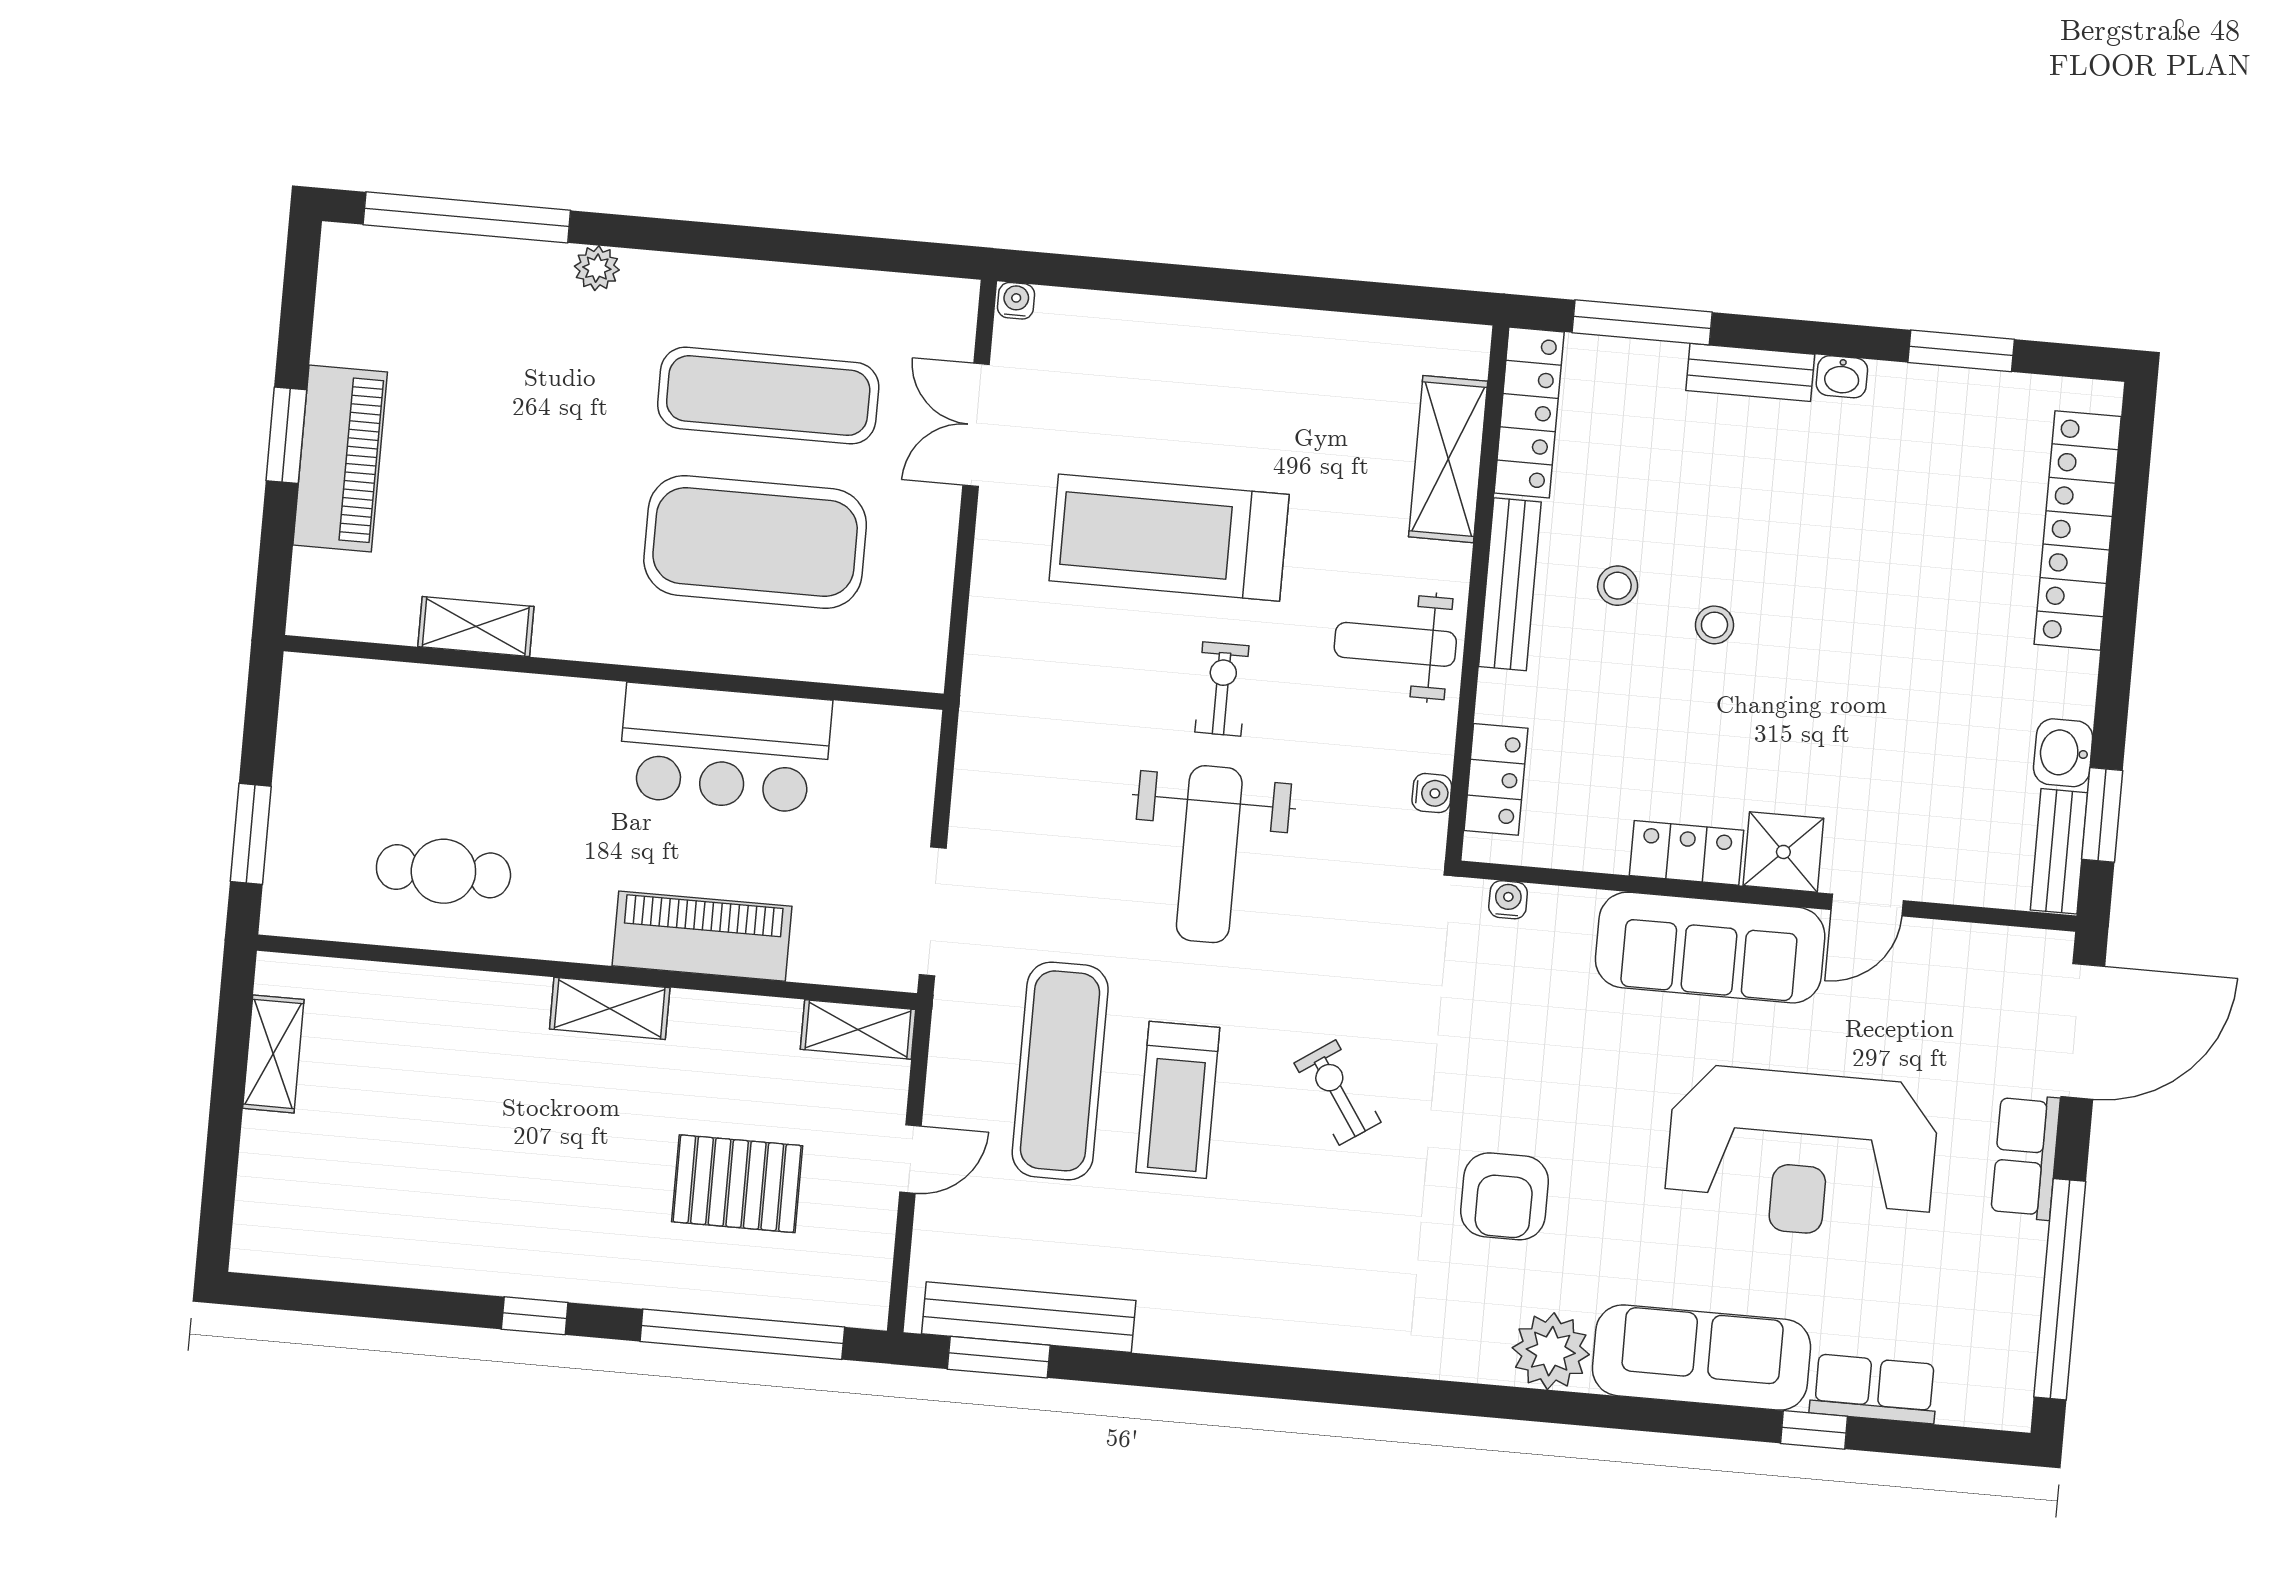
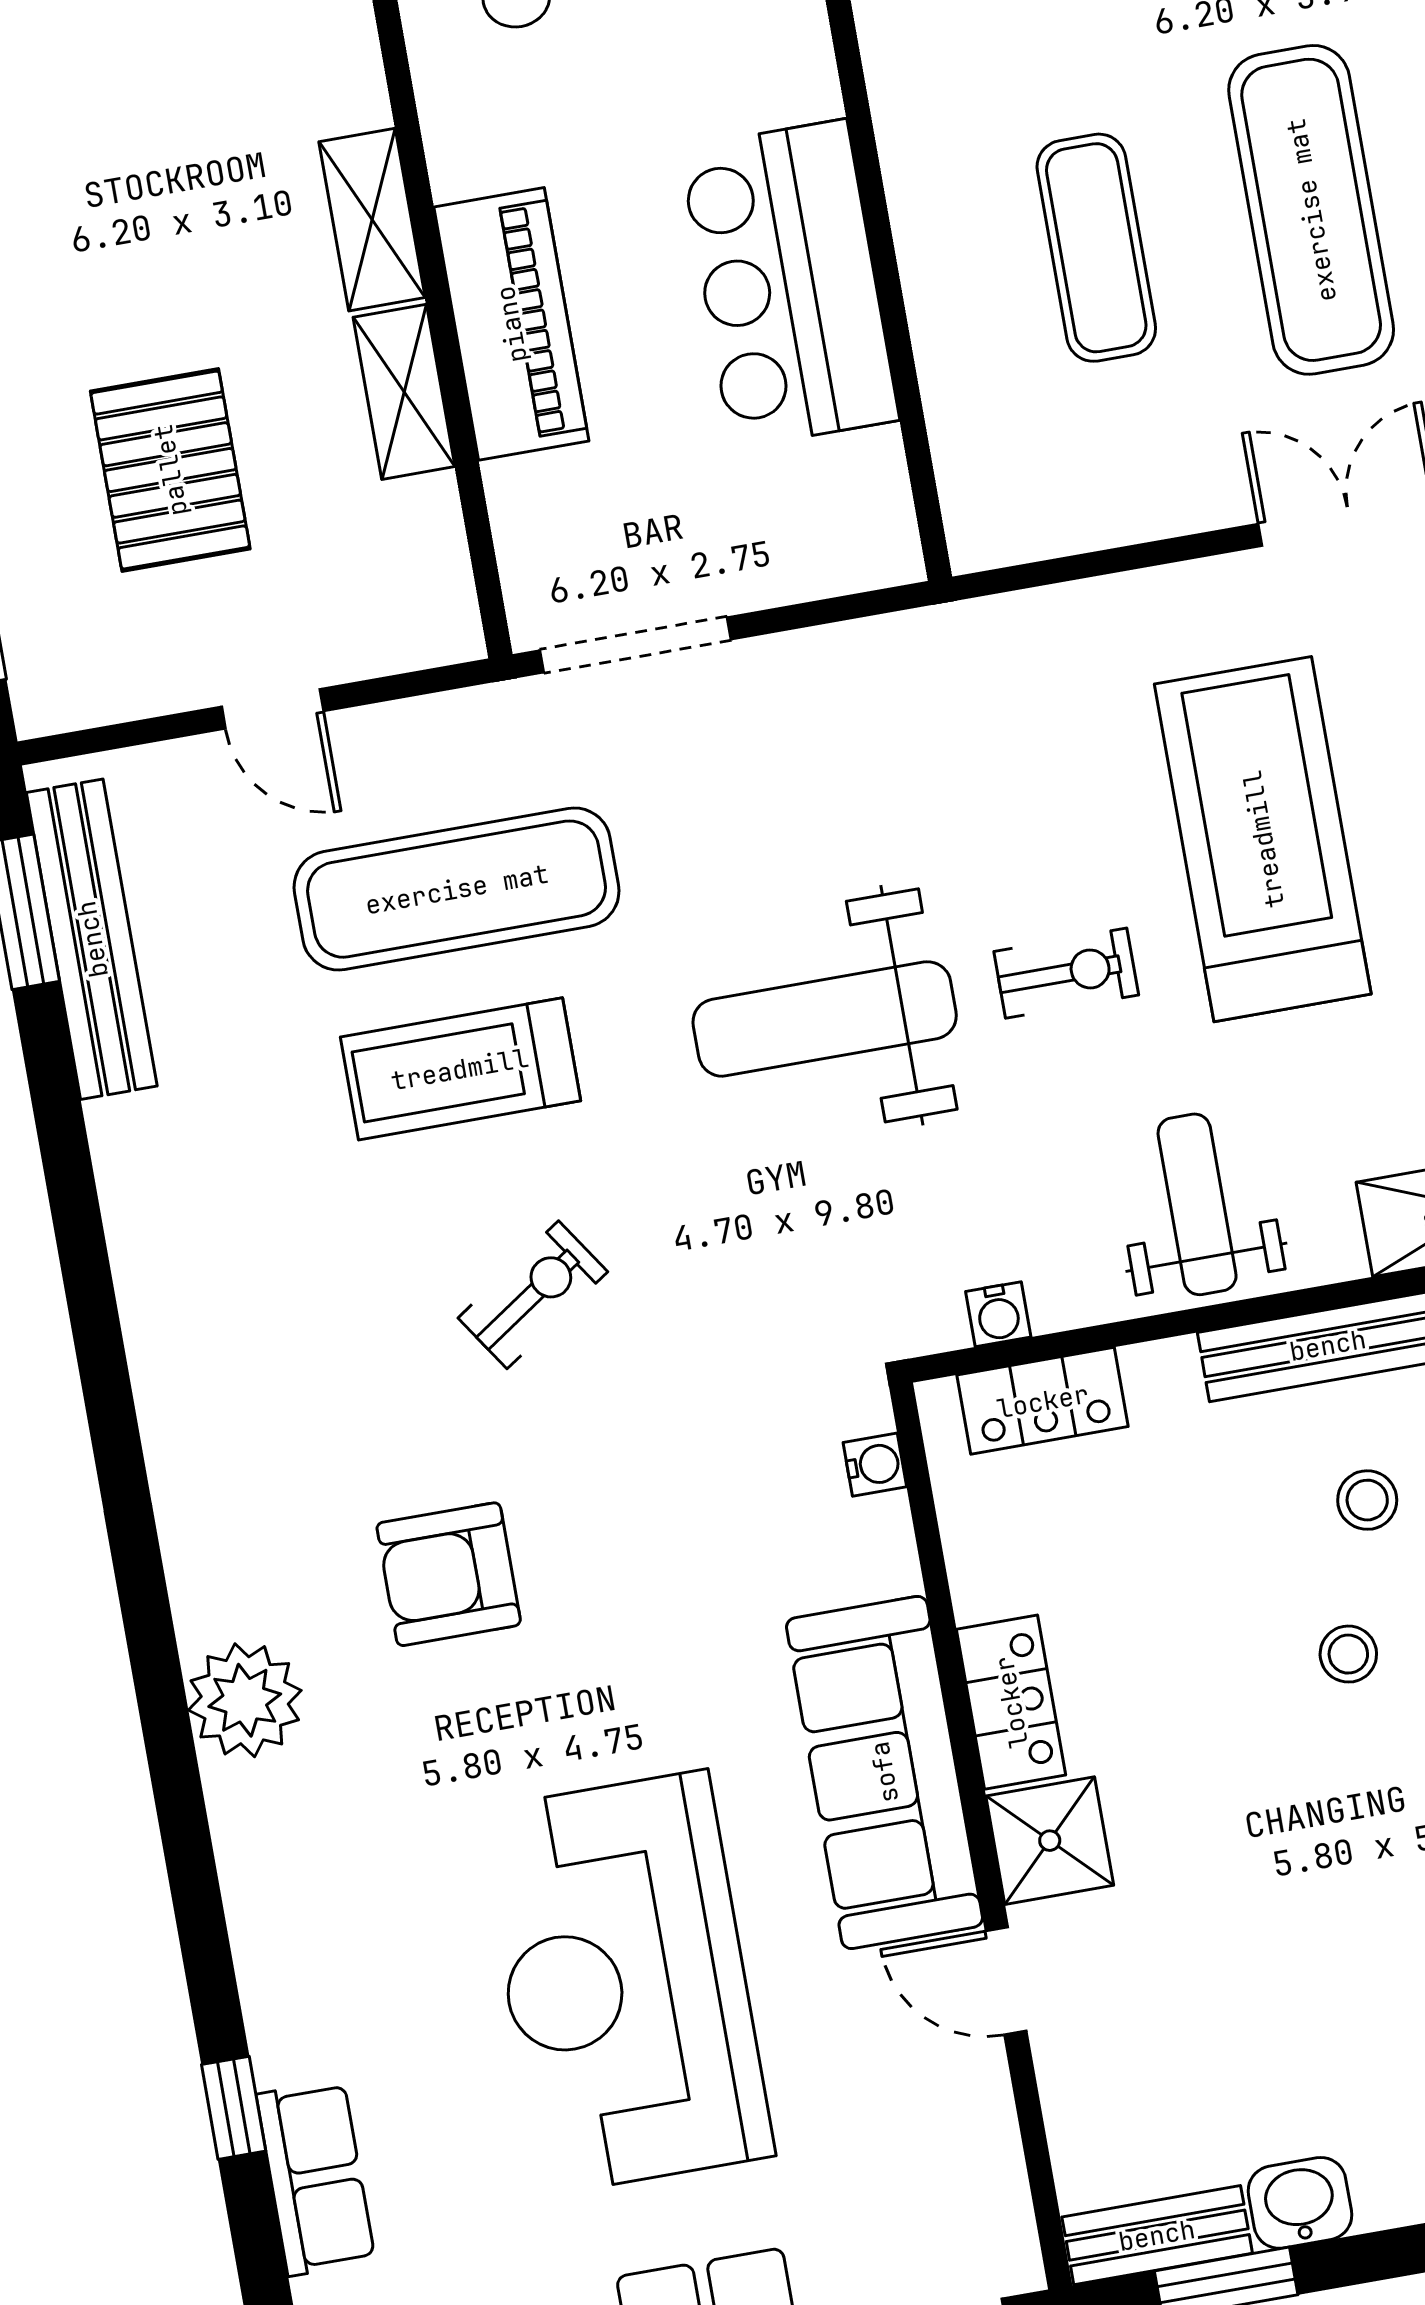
exercise mat: (755, 542) -> (1096, 248), width x0.50, depth x0.69
shelving: (858, 1029) -> (404, 392), moved
sofa: (1701, 1358) -> (294, 1919), removed

